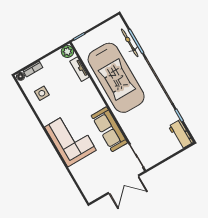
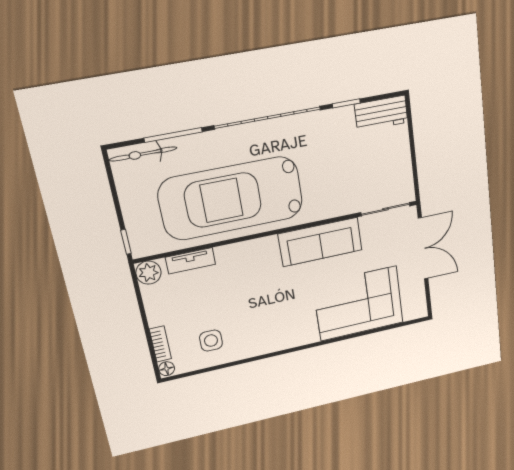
bicycle: (130, 43) -> (143, 154), moved
car: (116, 78) -> (231, 198), turned 180
corner sofa: (70, 139) -> (358, 304), moved

